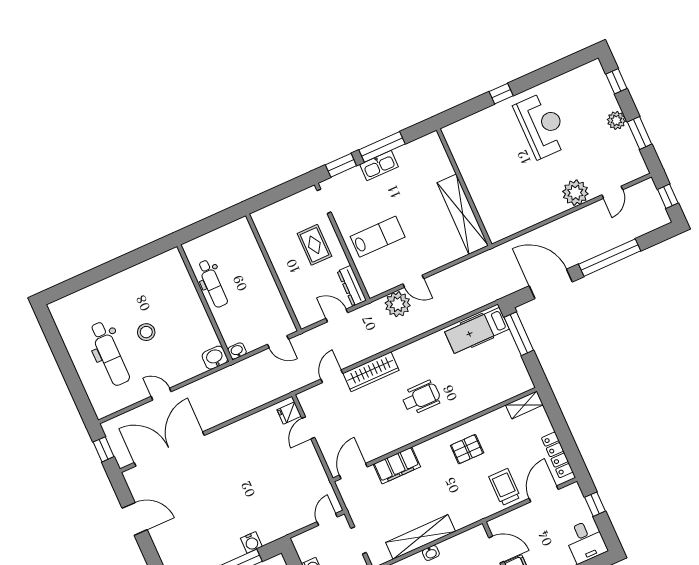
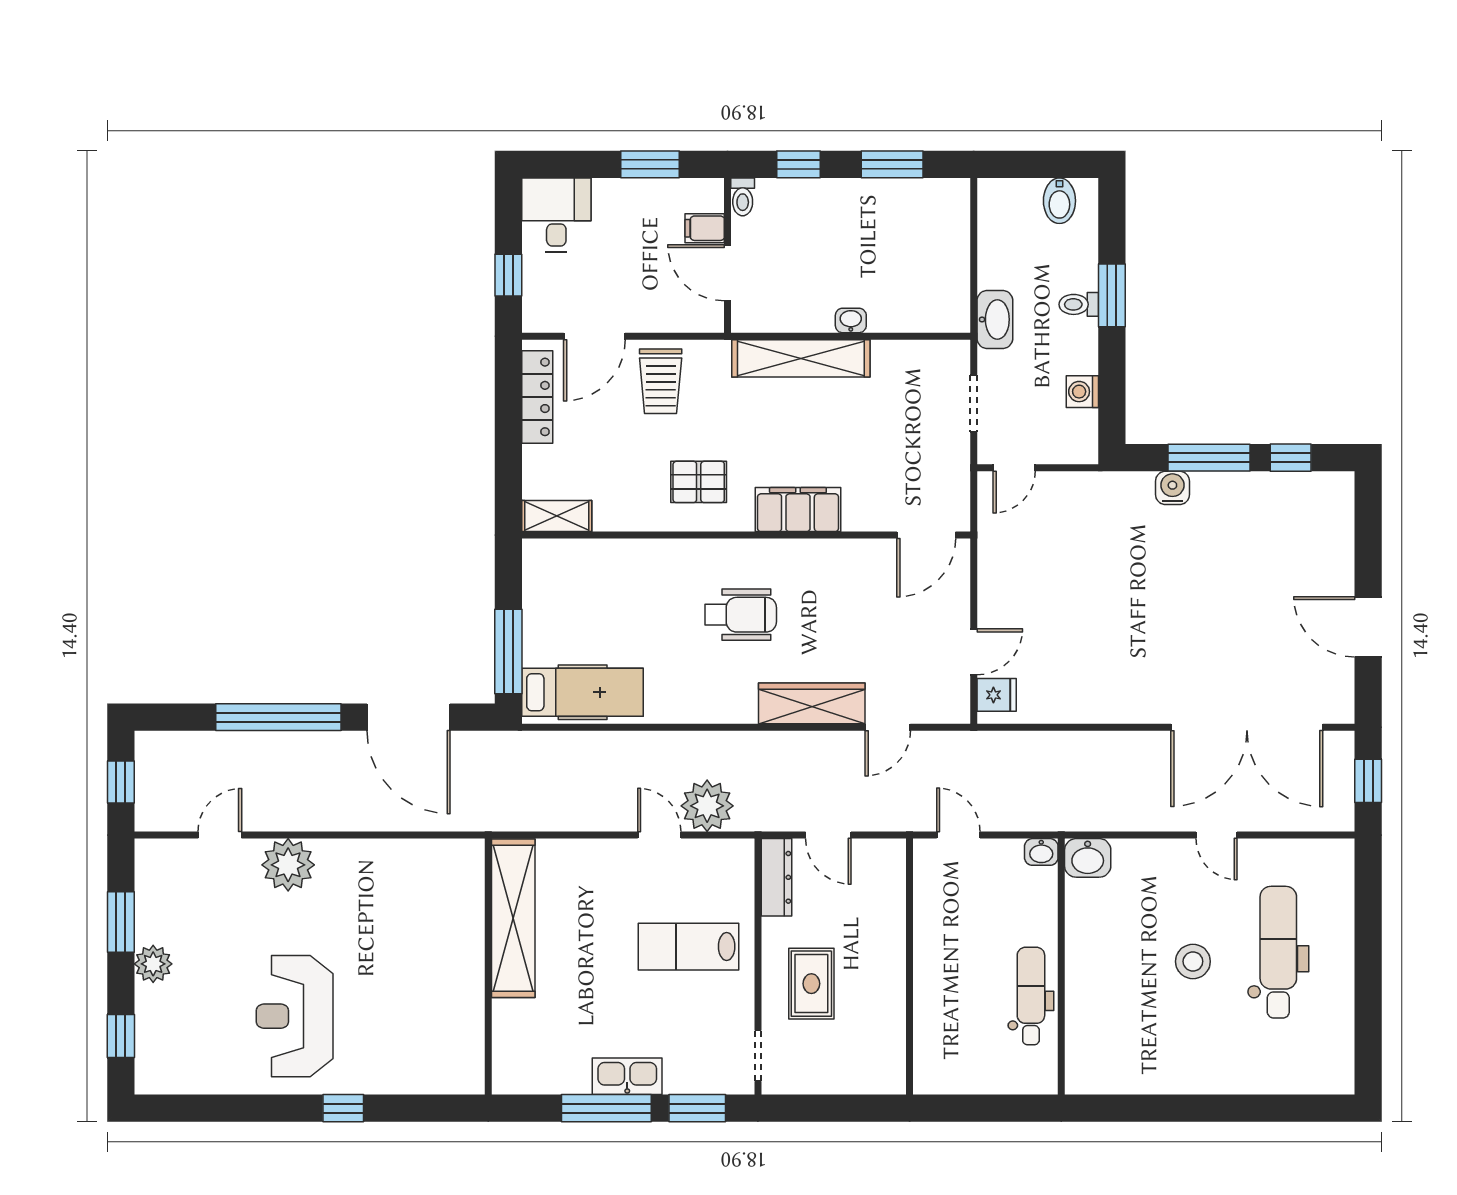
wheelchair: (421, 397) -> (741, 615), turned 180
filing cabinet: (397, 465) -> (798, 510), moved
shelving: (421, 537) -> (801, 358), moved

